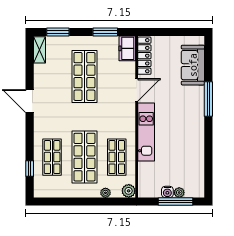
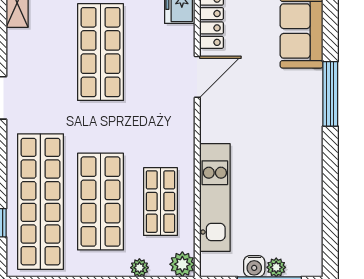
kitchen unit: (146, 132) -> (215, 198), moved
shop shelf: (52, 157) -> (40, 202), width x2.00, depth x1.36

